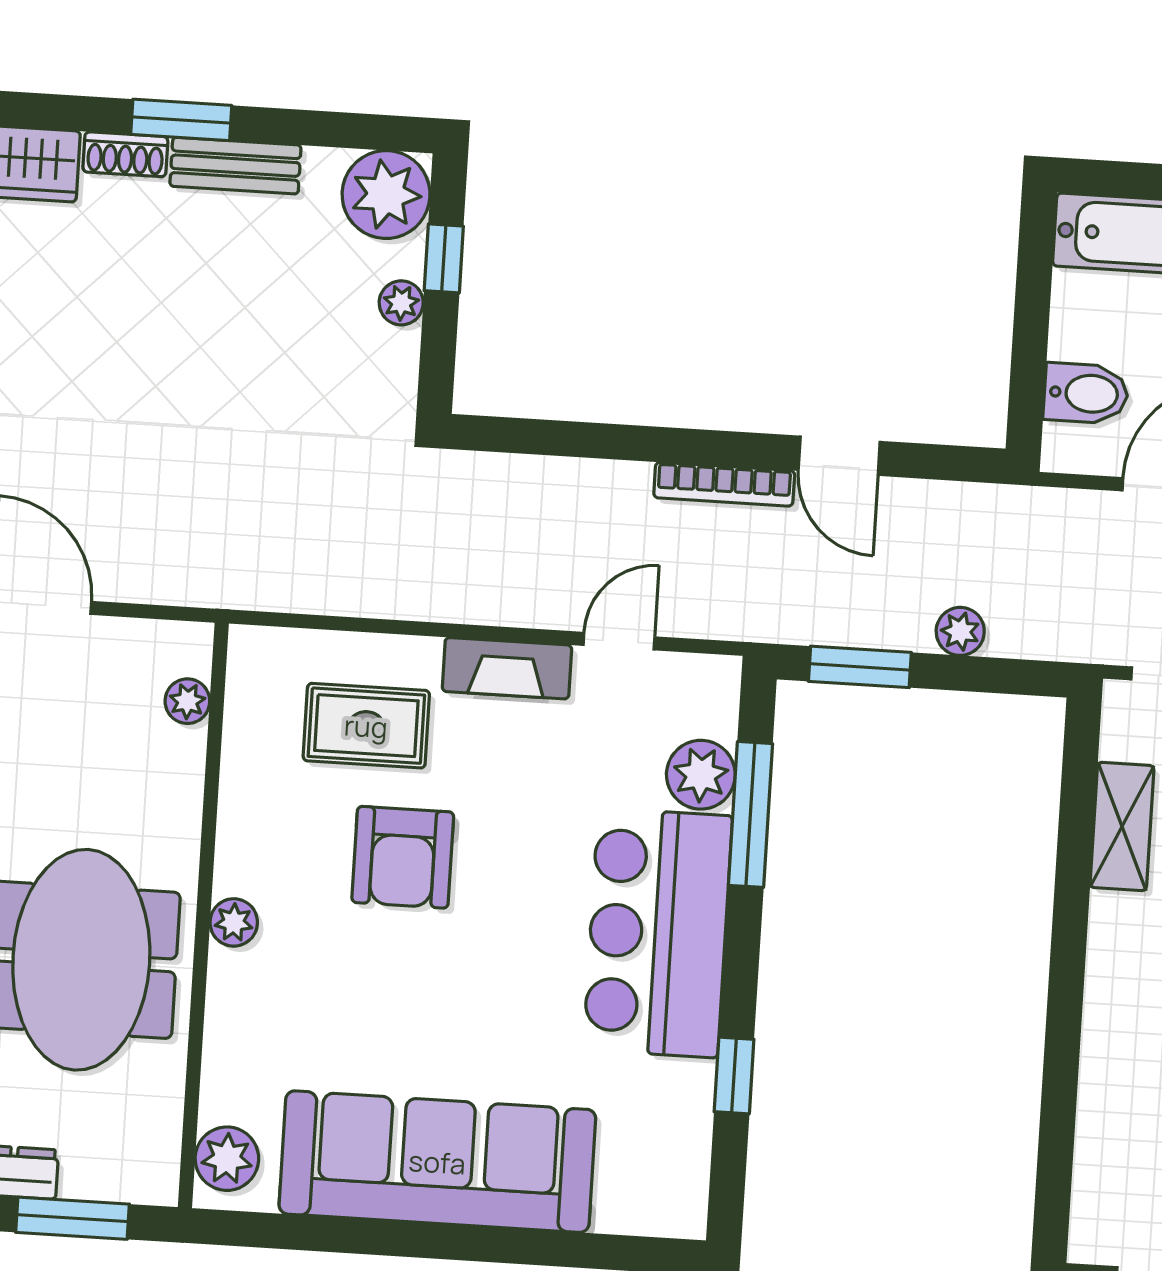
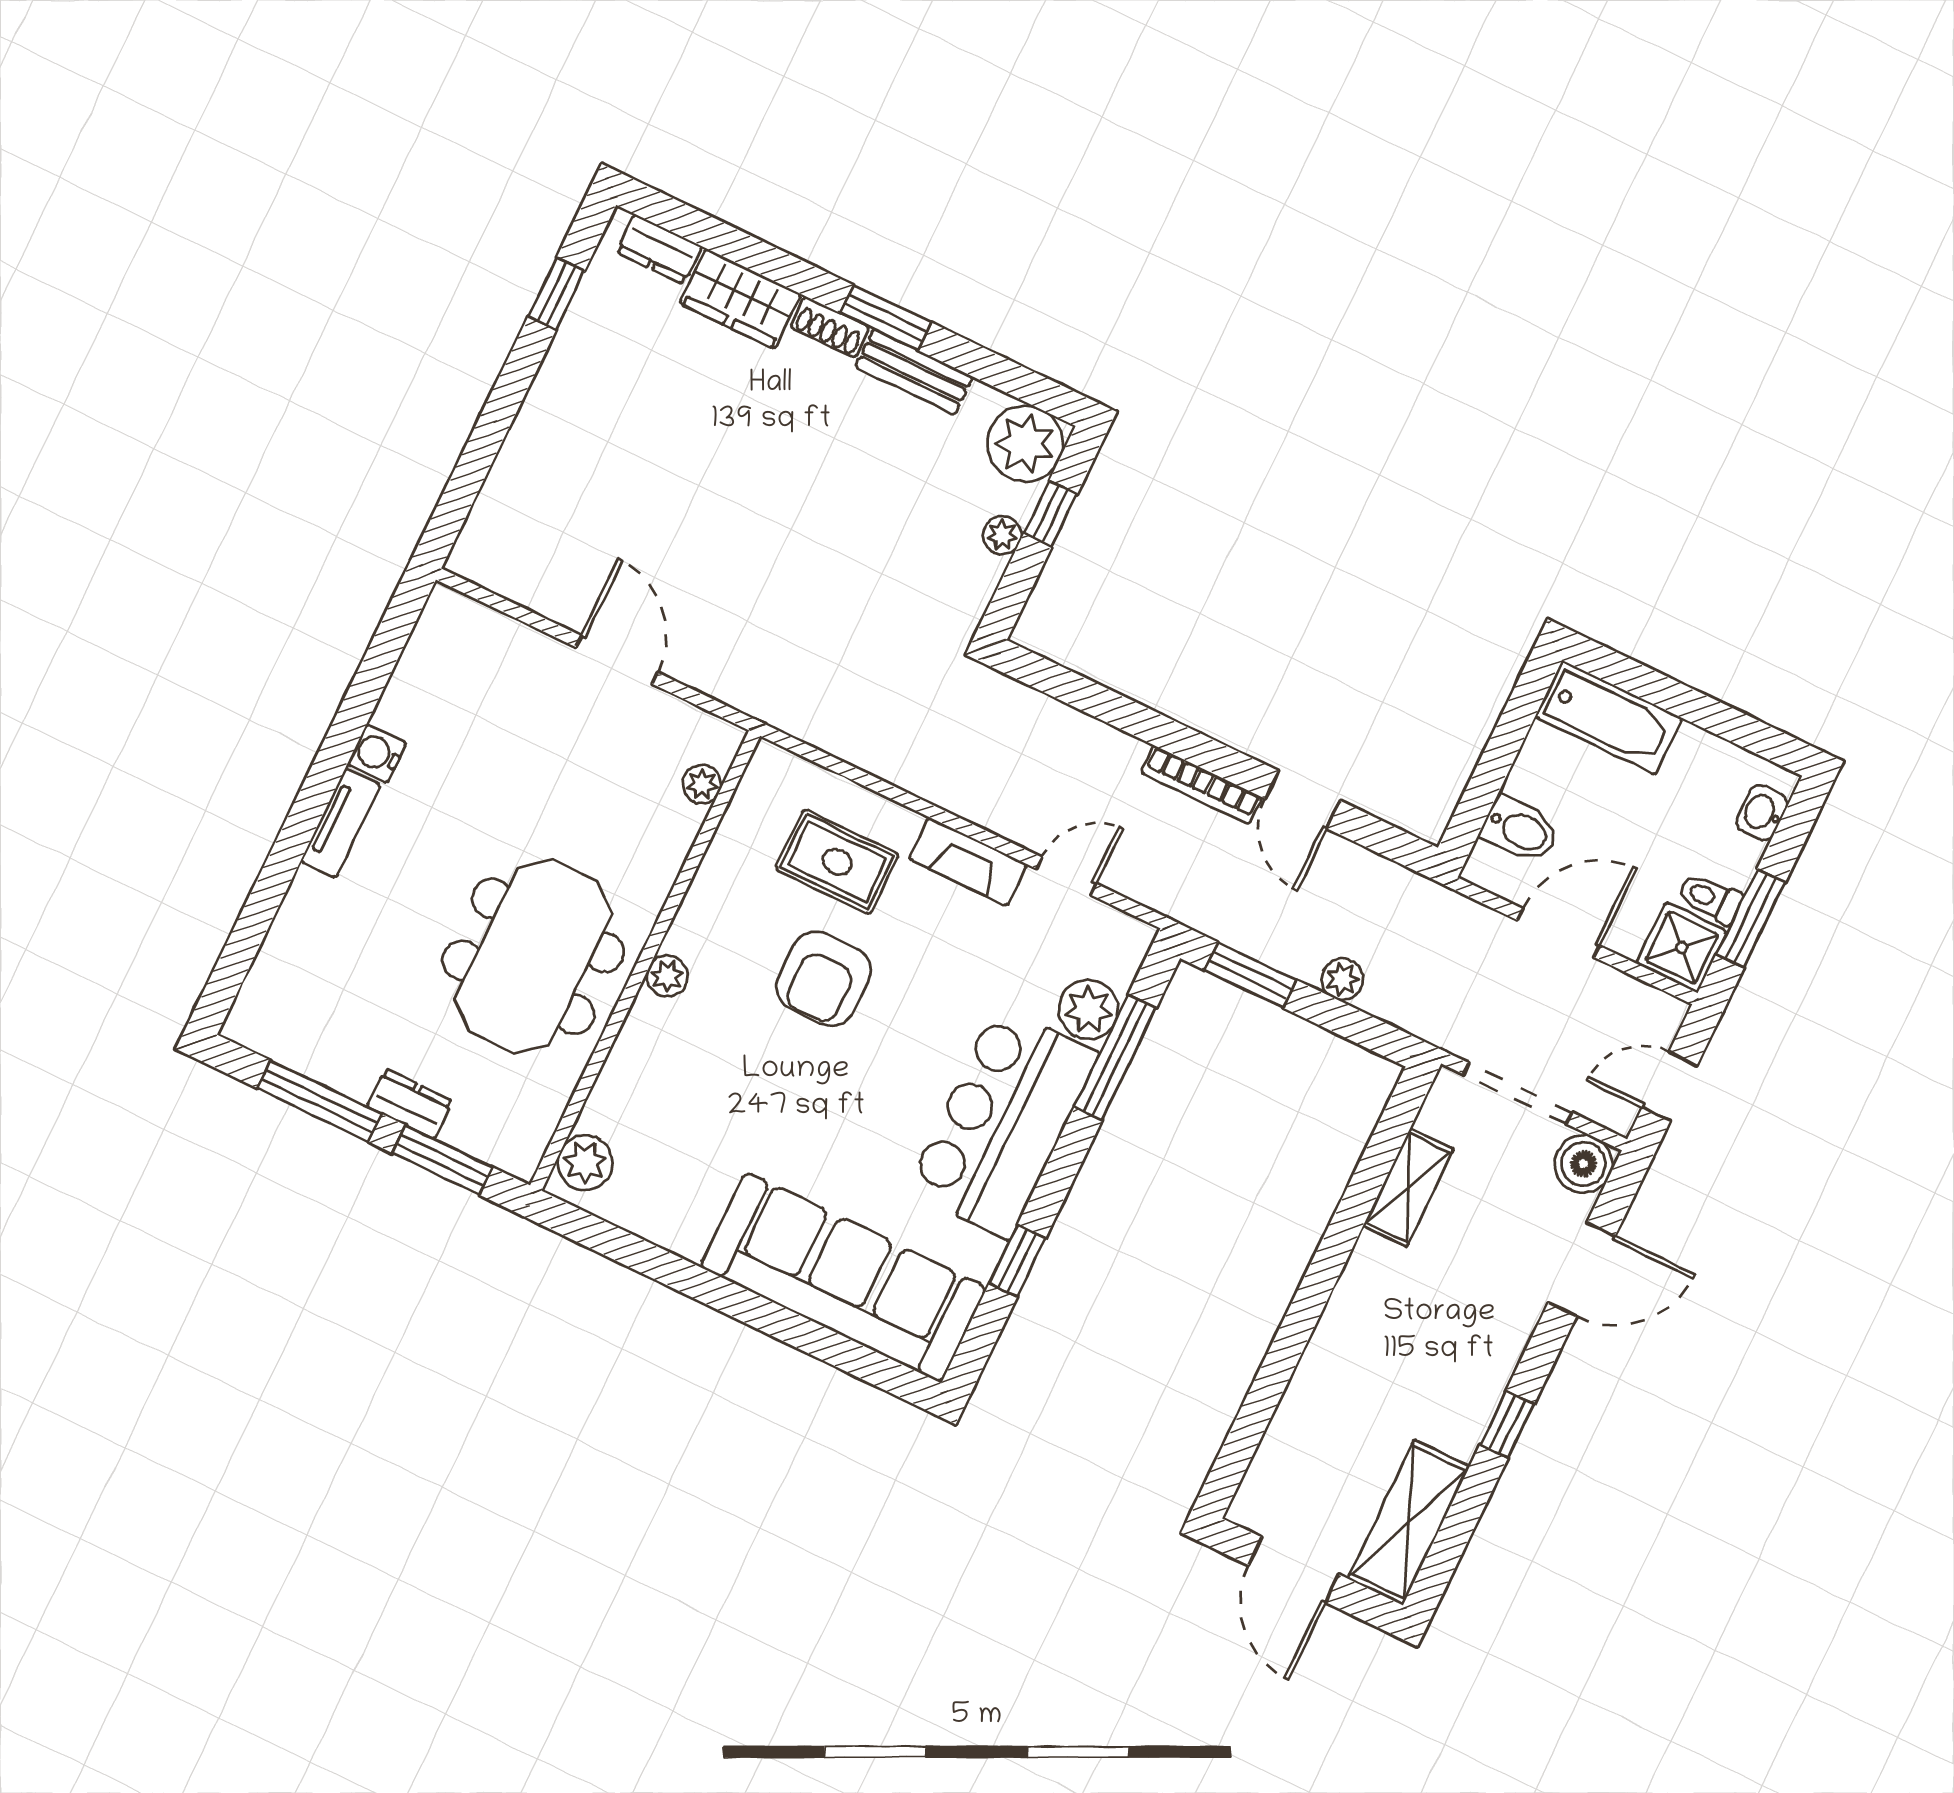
sofa: (437, 1162) -> (843, 1277), moved

